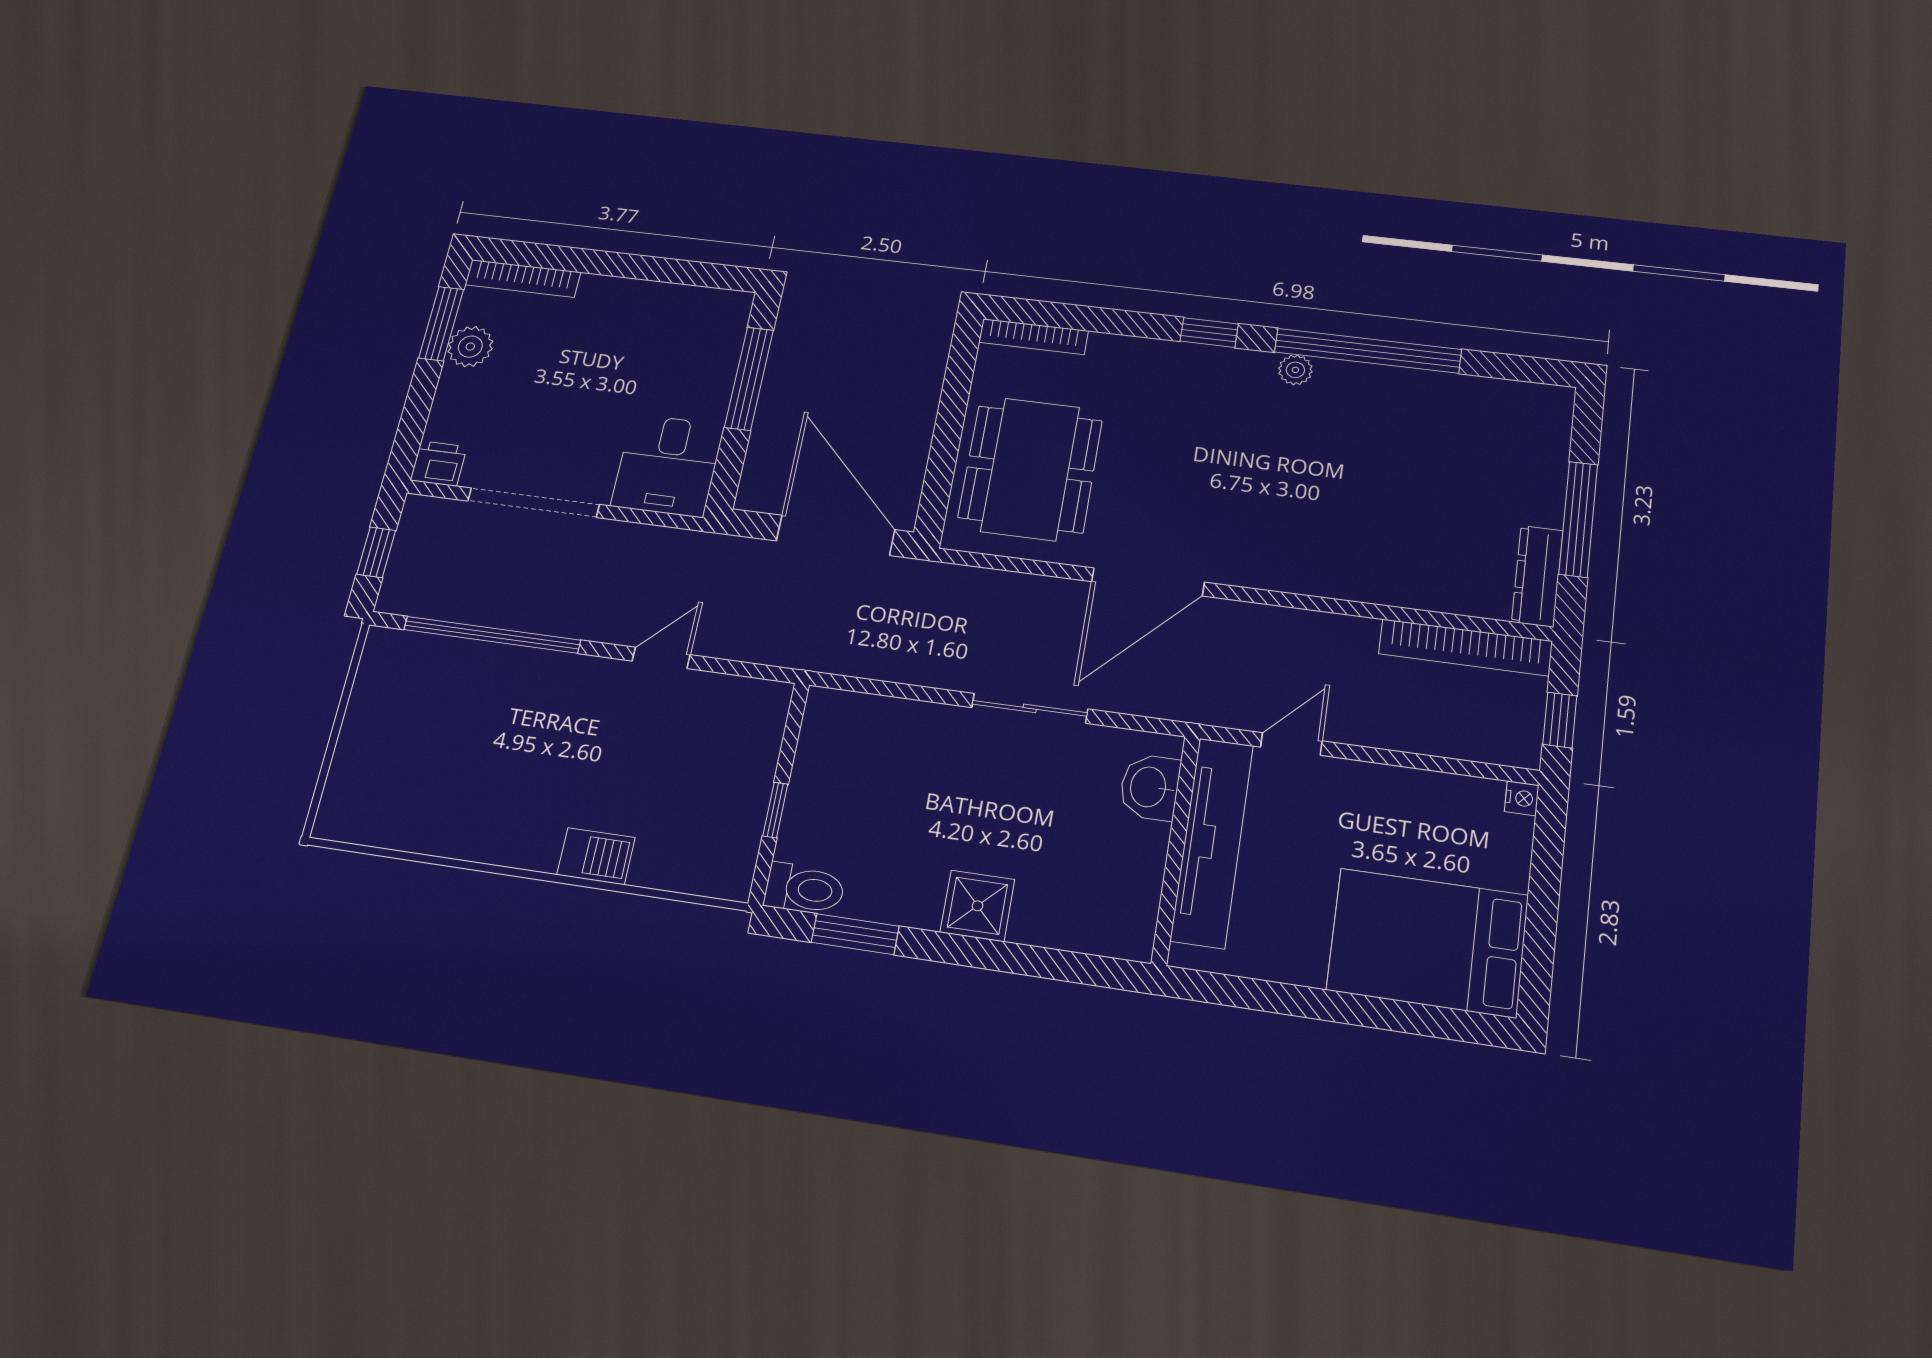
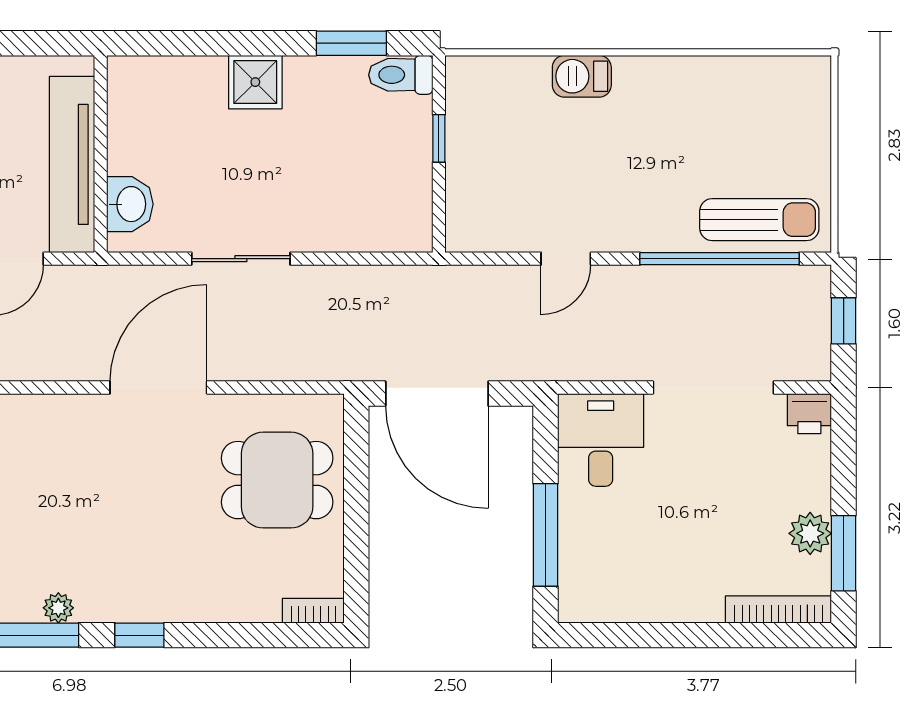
bookcase: (1033, 337) -> (313, 611), width x0.64
dining table: (1030, 469) -> (277, 480), width x0.73
sun lounger: (438, 670) -> (759, 220), added

